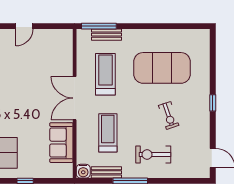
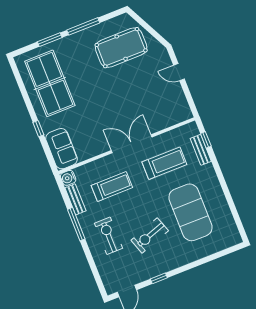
window: (99, 26) -> (206, 140), width x0.46
window: (213, 103) -> (159, 278), moved
exercise bike: (169, 115) -> (150, 236), width x1.38, depth x1.39
sofa: (61, 143) -> (61, 149), moved, turned 90

